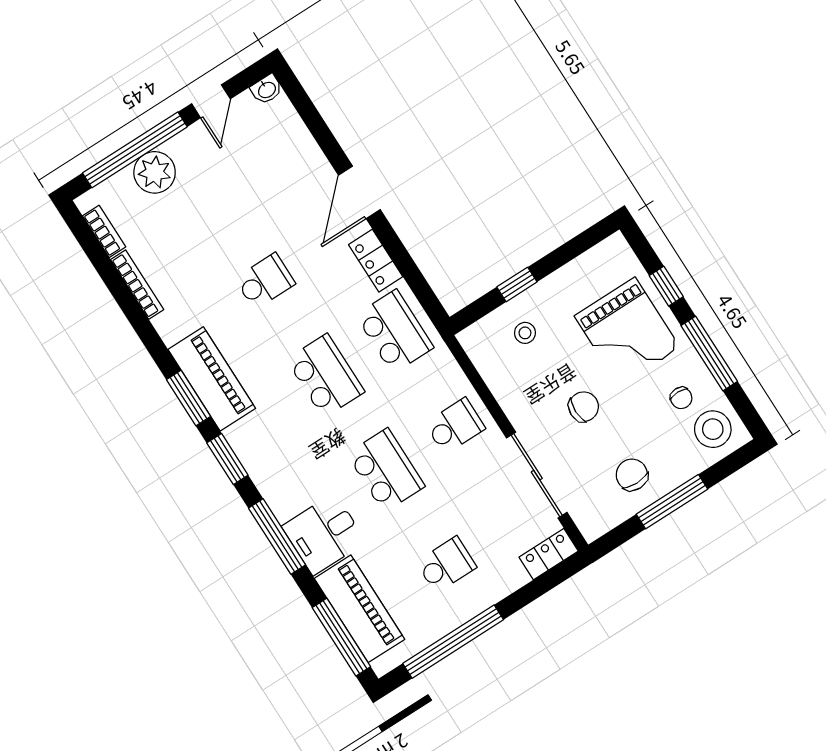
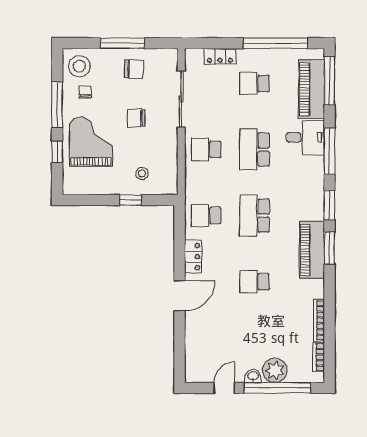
washbasin: (267, 89) -> (253, 376), moved
school desk: (395, 331) -> (206, 216), width x0.54
chair: (632, 475) -> (134, 69), turned -87
locker: (549, 554) -> (220, 56), moved

